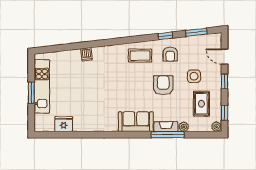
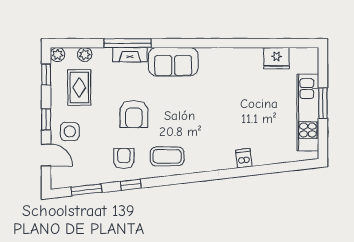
side table: (194, 76) -> (70, 131), moved
plant: (184, 127) -> (85, 54), moved

